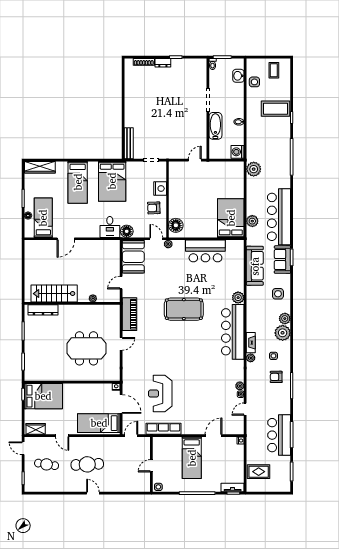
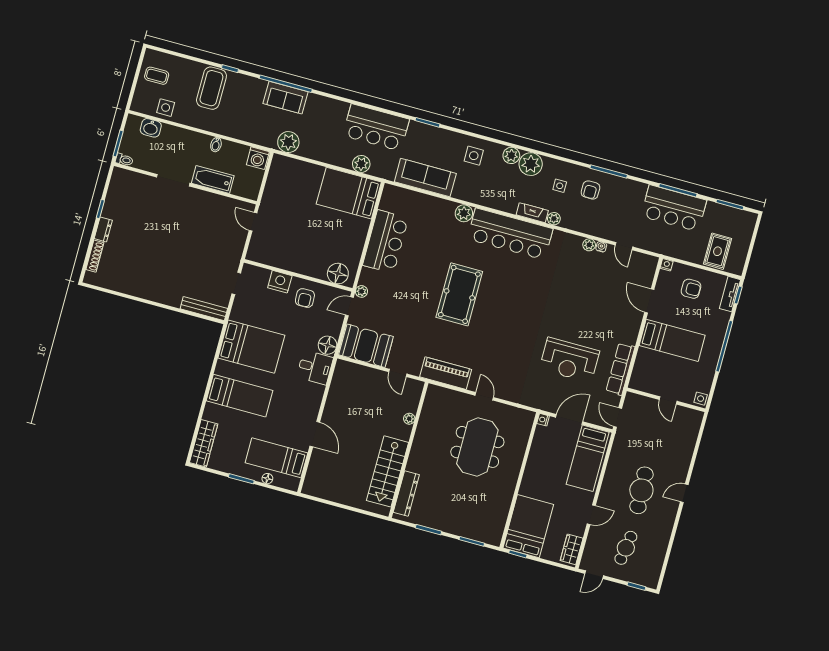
bar counter: (279, 217) -> (376, 128), width x0.73
sofa: (282, 260) -> (285, 98), moved
armchair: (229, 461) -> (691, 289), added

